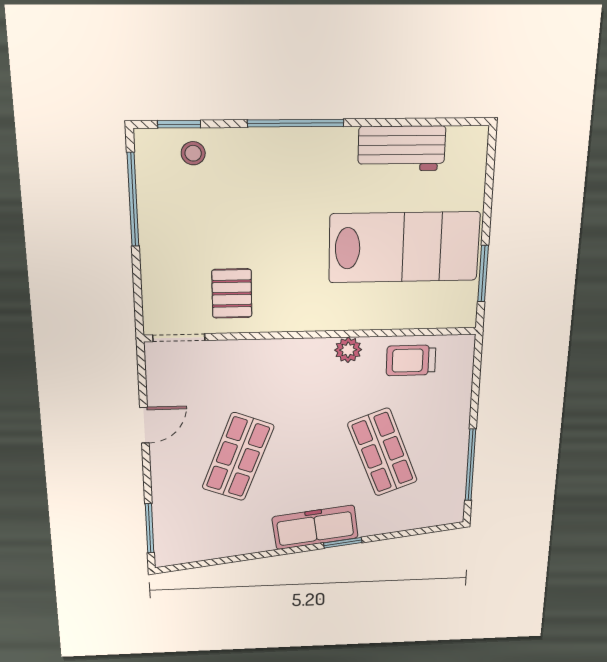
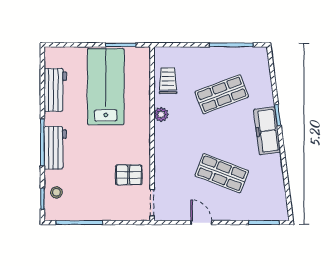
workbench: (285, 150) -> (55, 148), added
trolley: (411, 360) -> (168, 81), turned 180

